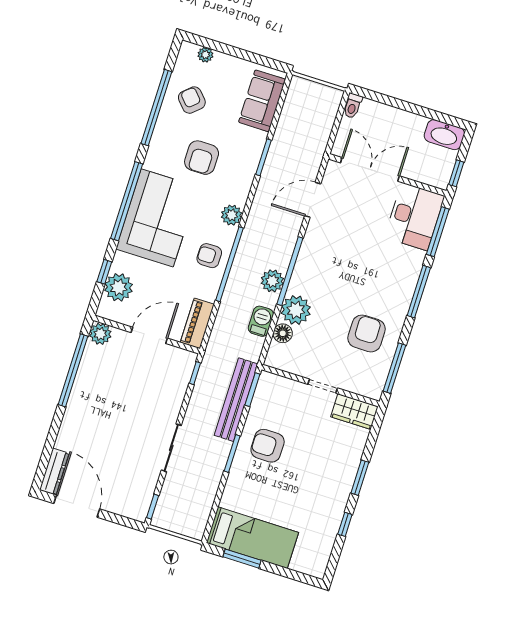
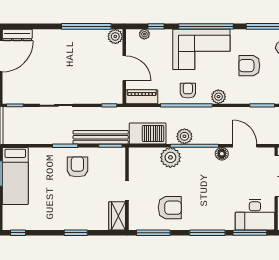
plant: (119, 287) -> (144, 34), width x0.53, depth x0.53
barbecue: (261, 321) -> (148, 134), width x1.88, depth x1.53
floor lamp: (283, 333) -> (222, 154), moved
window: (345, 524) -> (18, 233), moved

